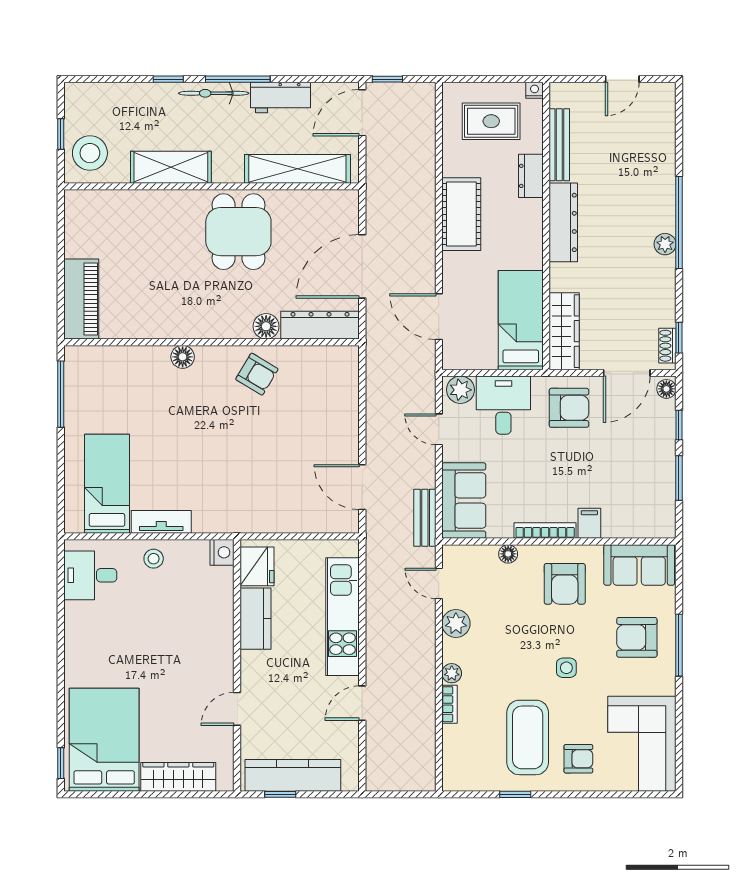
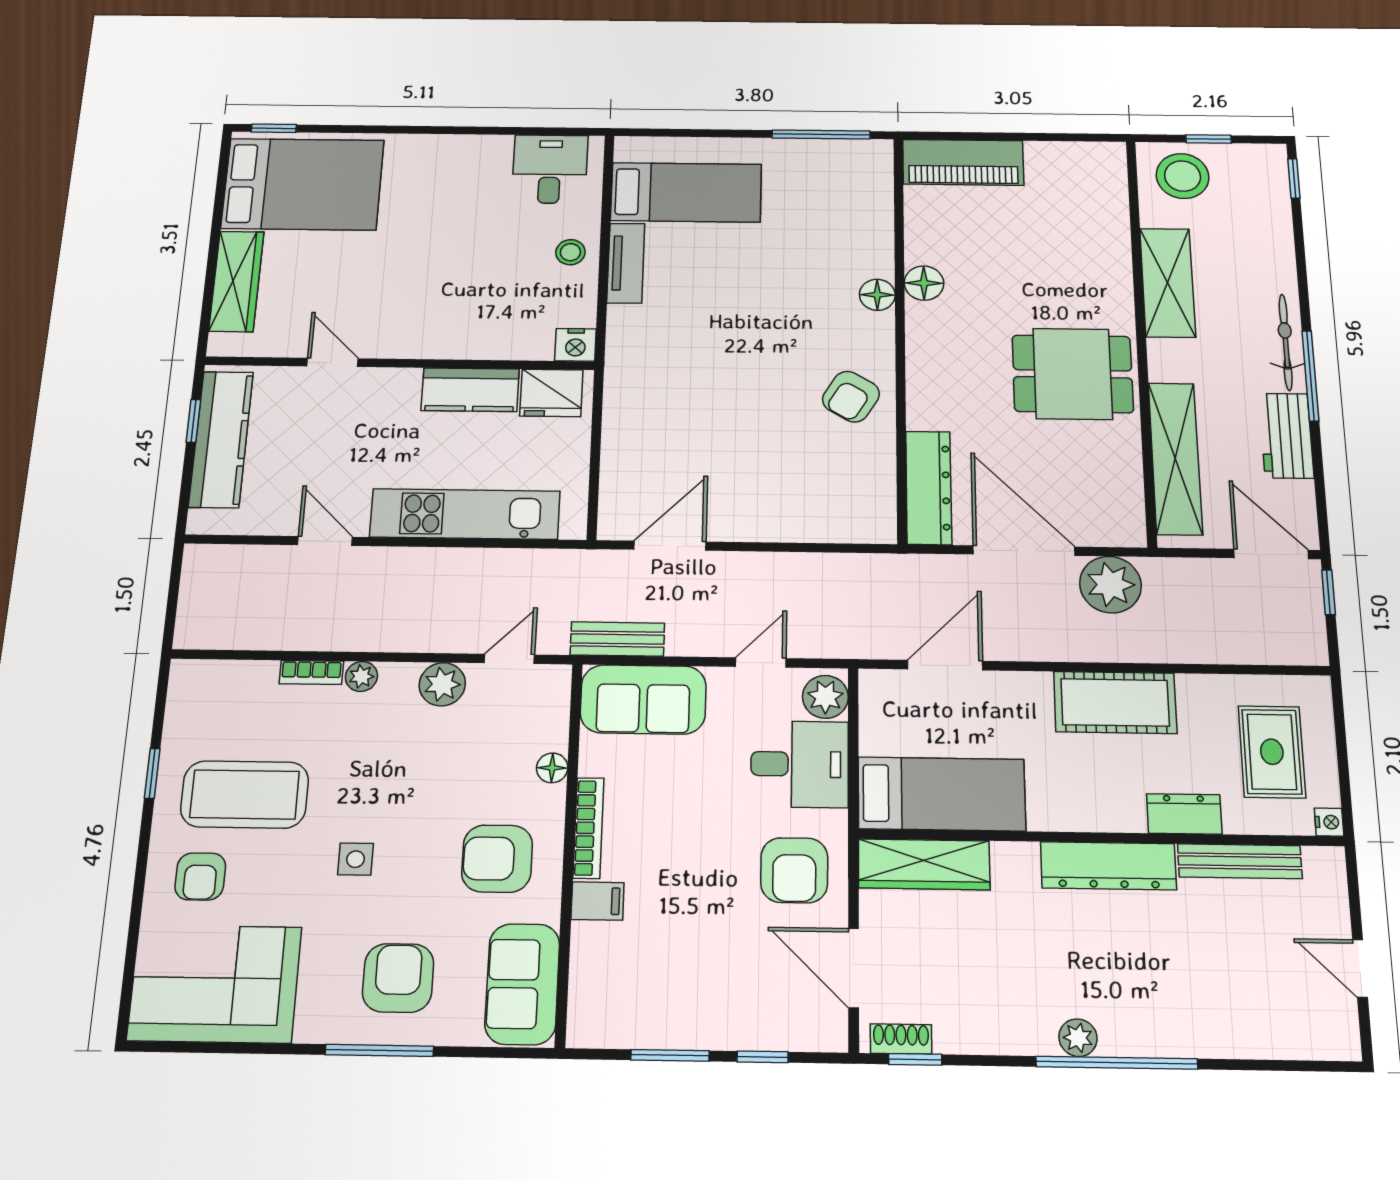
window: (168, 79) -> (1294, 178), moved
plant: (384, 214) -> (1110, 585), added
floor lamp: (266, 326) -> (924, 283), moved
floor lamp: (666, 389) -> (826, 1036), removed

